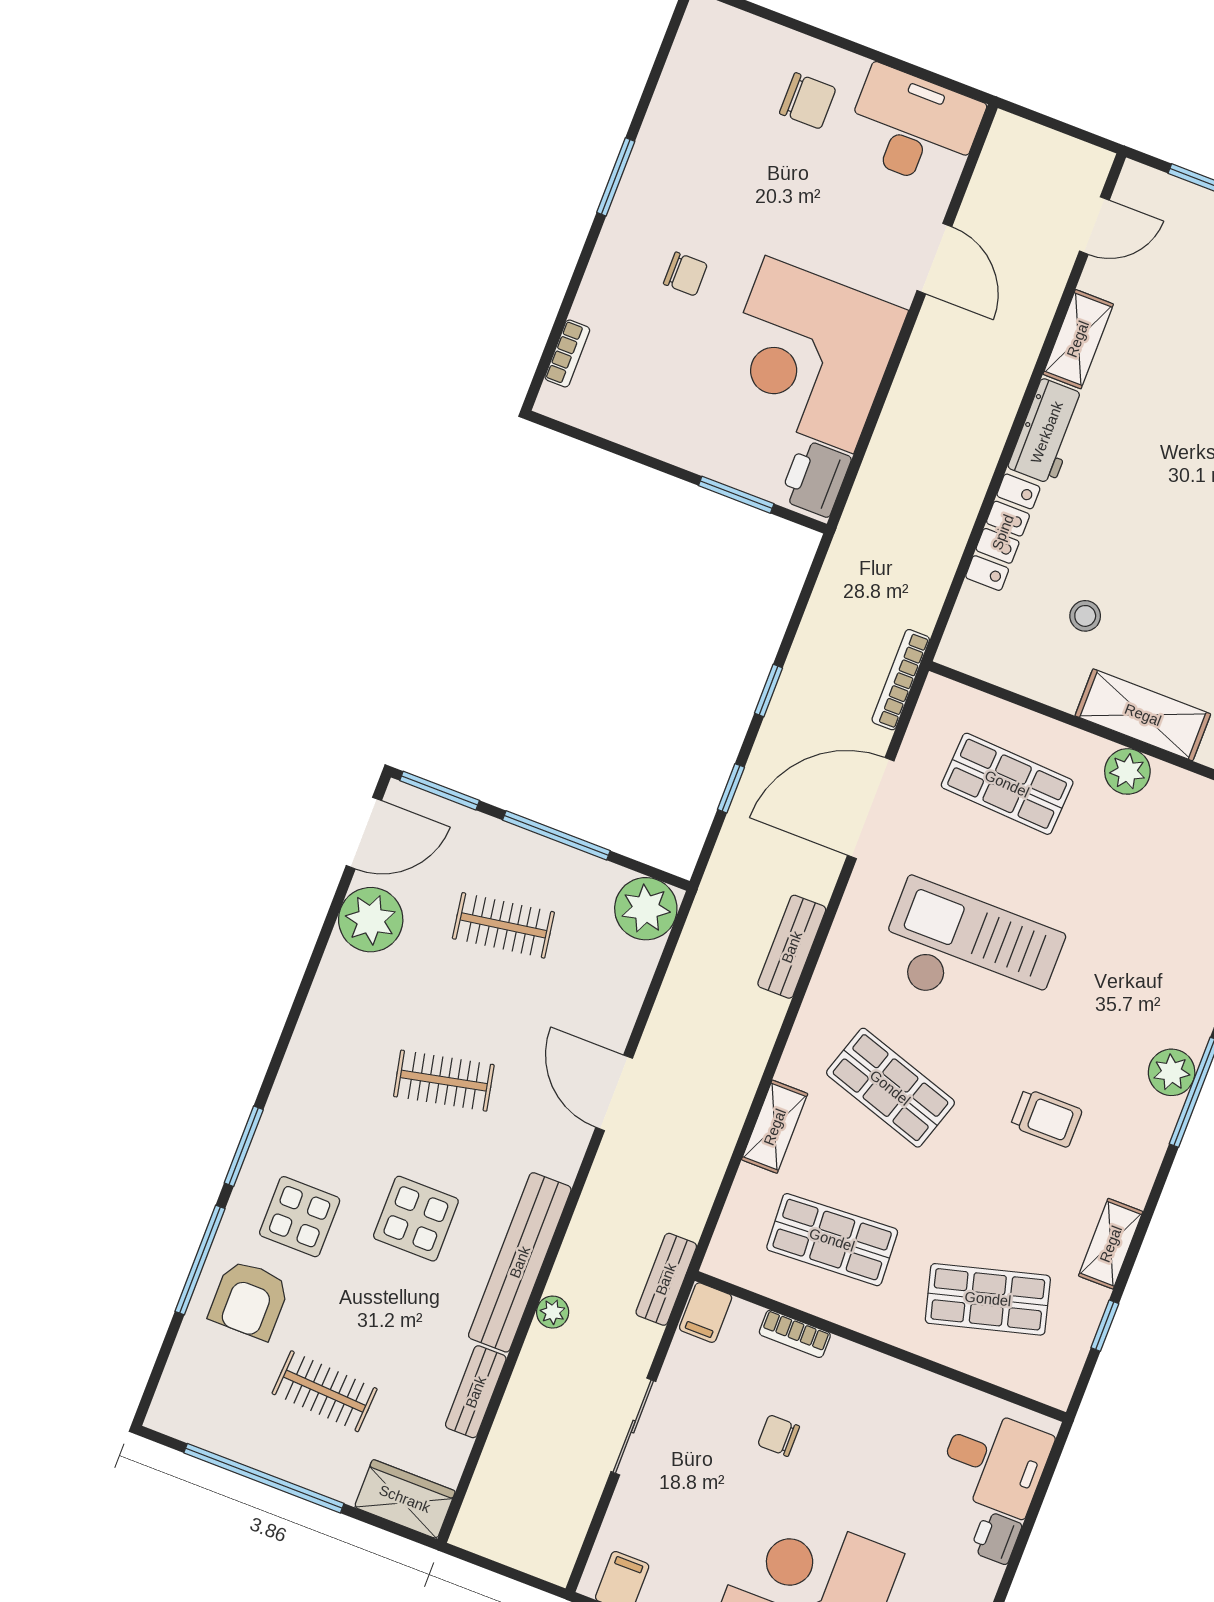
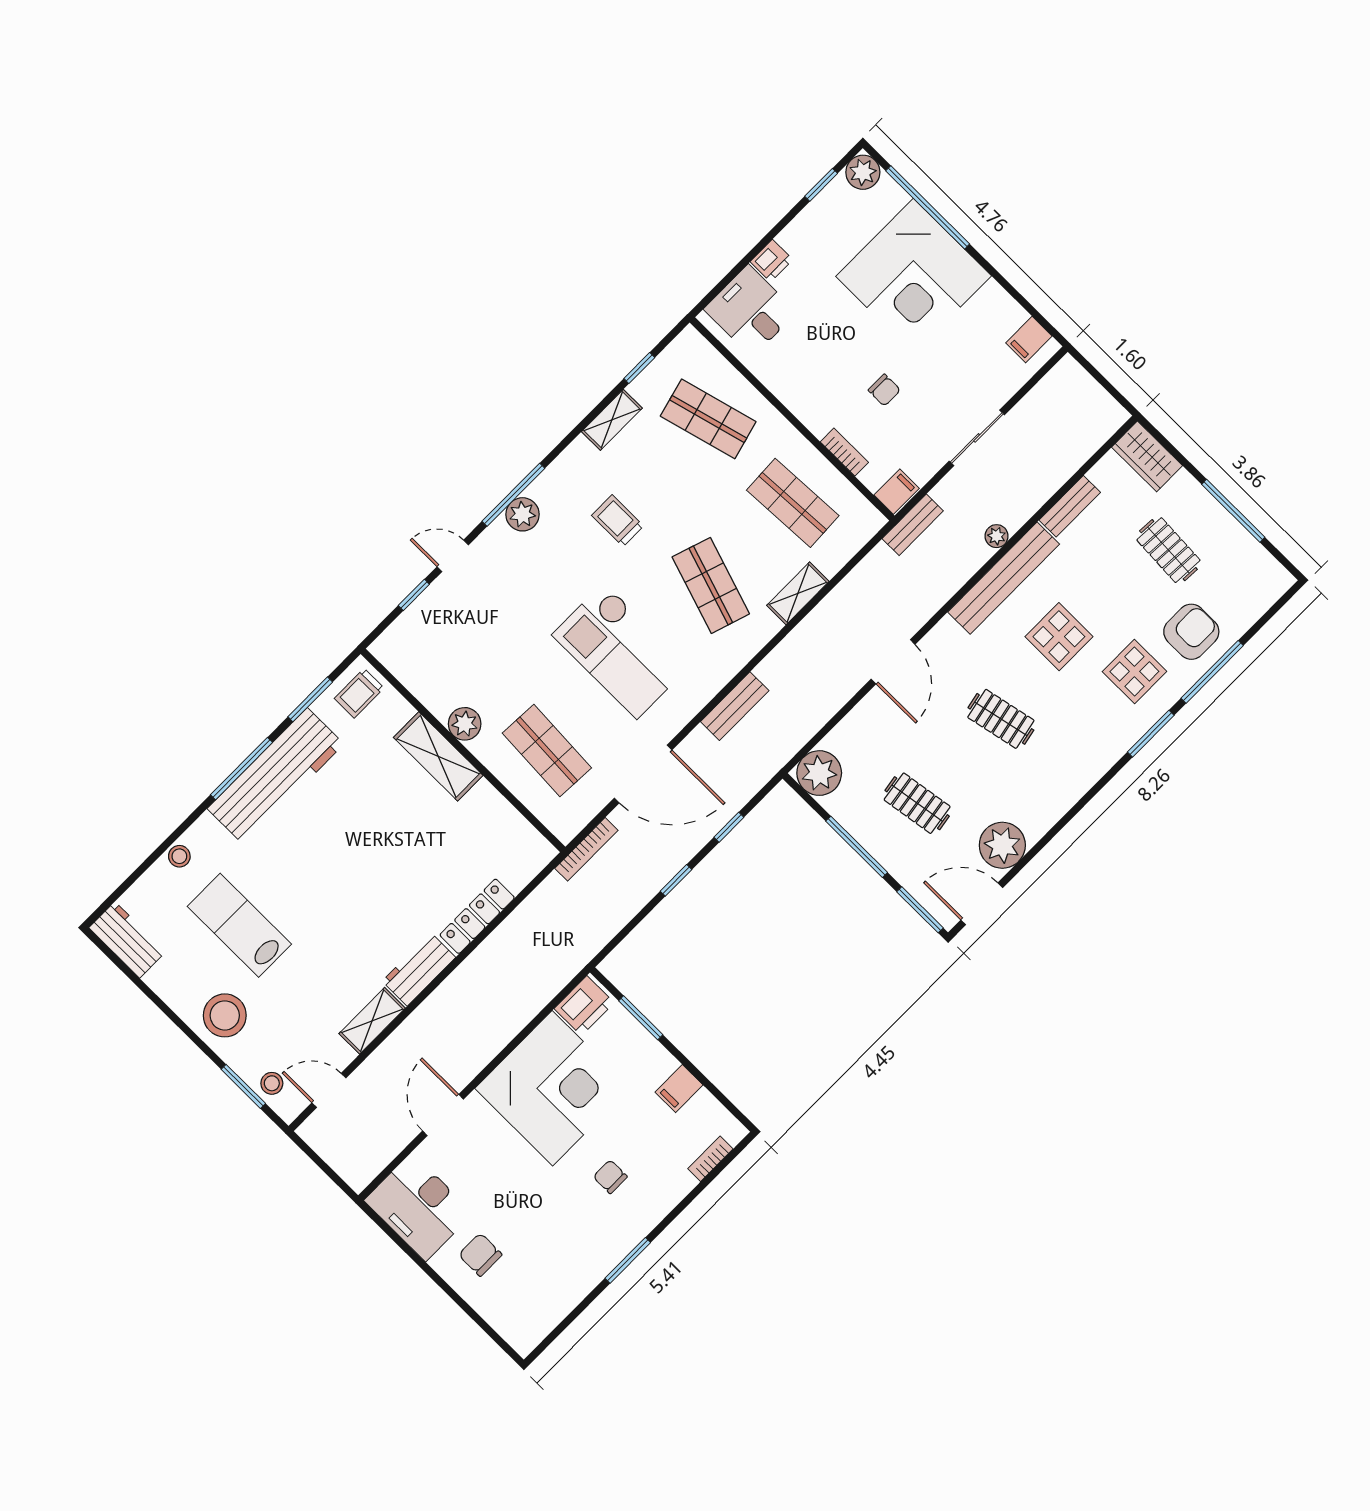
filing cabinet: (647, 426) -> (679, 1088), added
stool: (1085, 616) -> (272, 1083), moved
window: (264, 1478) -> (1233, 511), width x0.68

